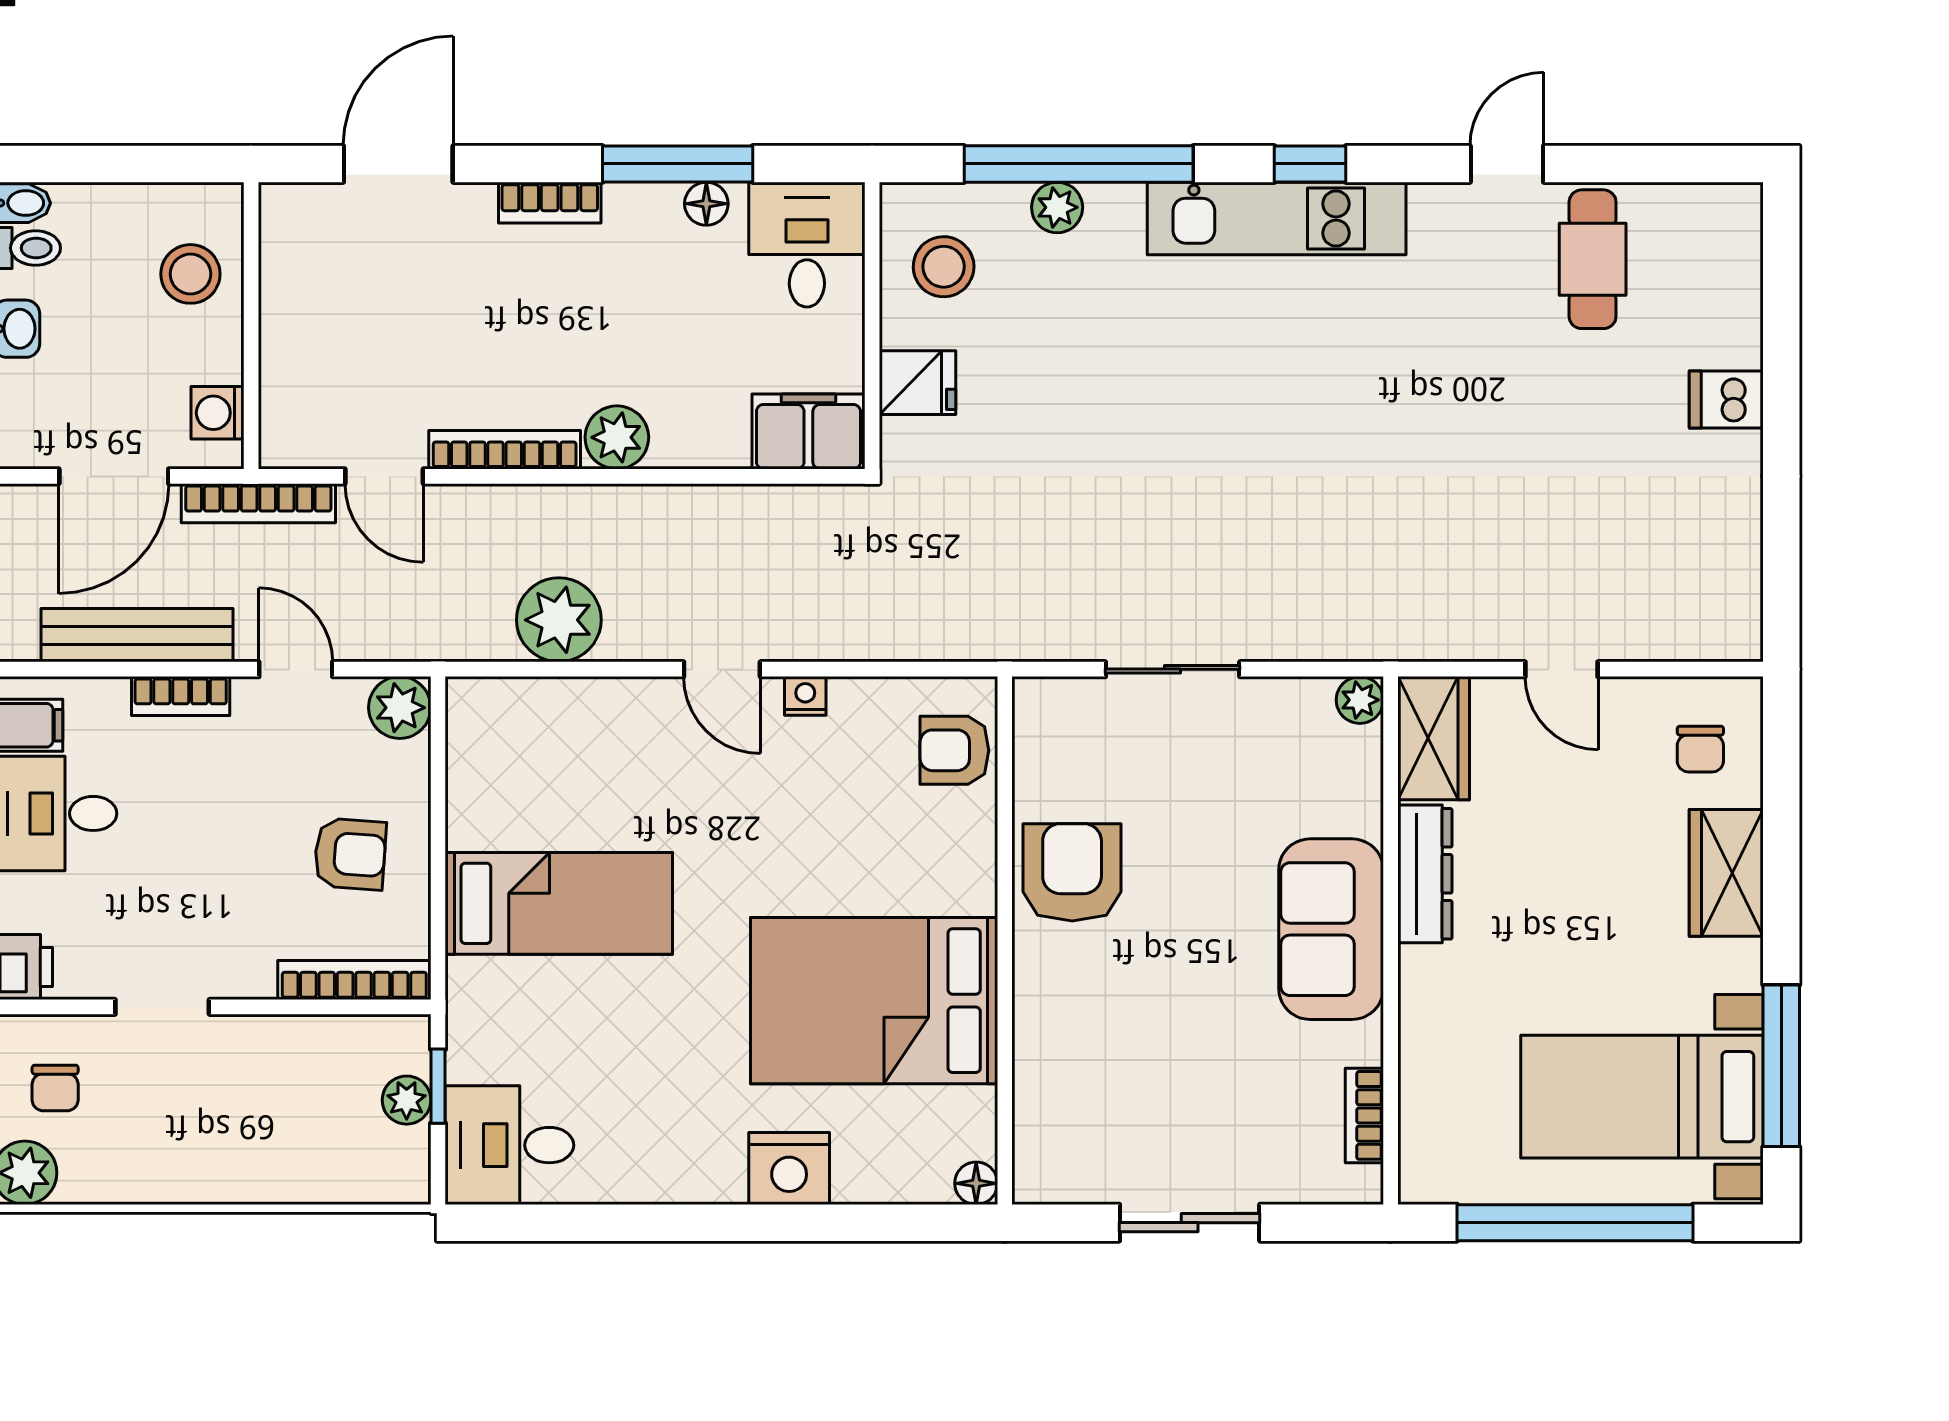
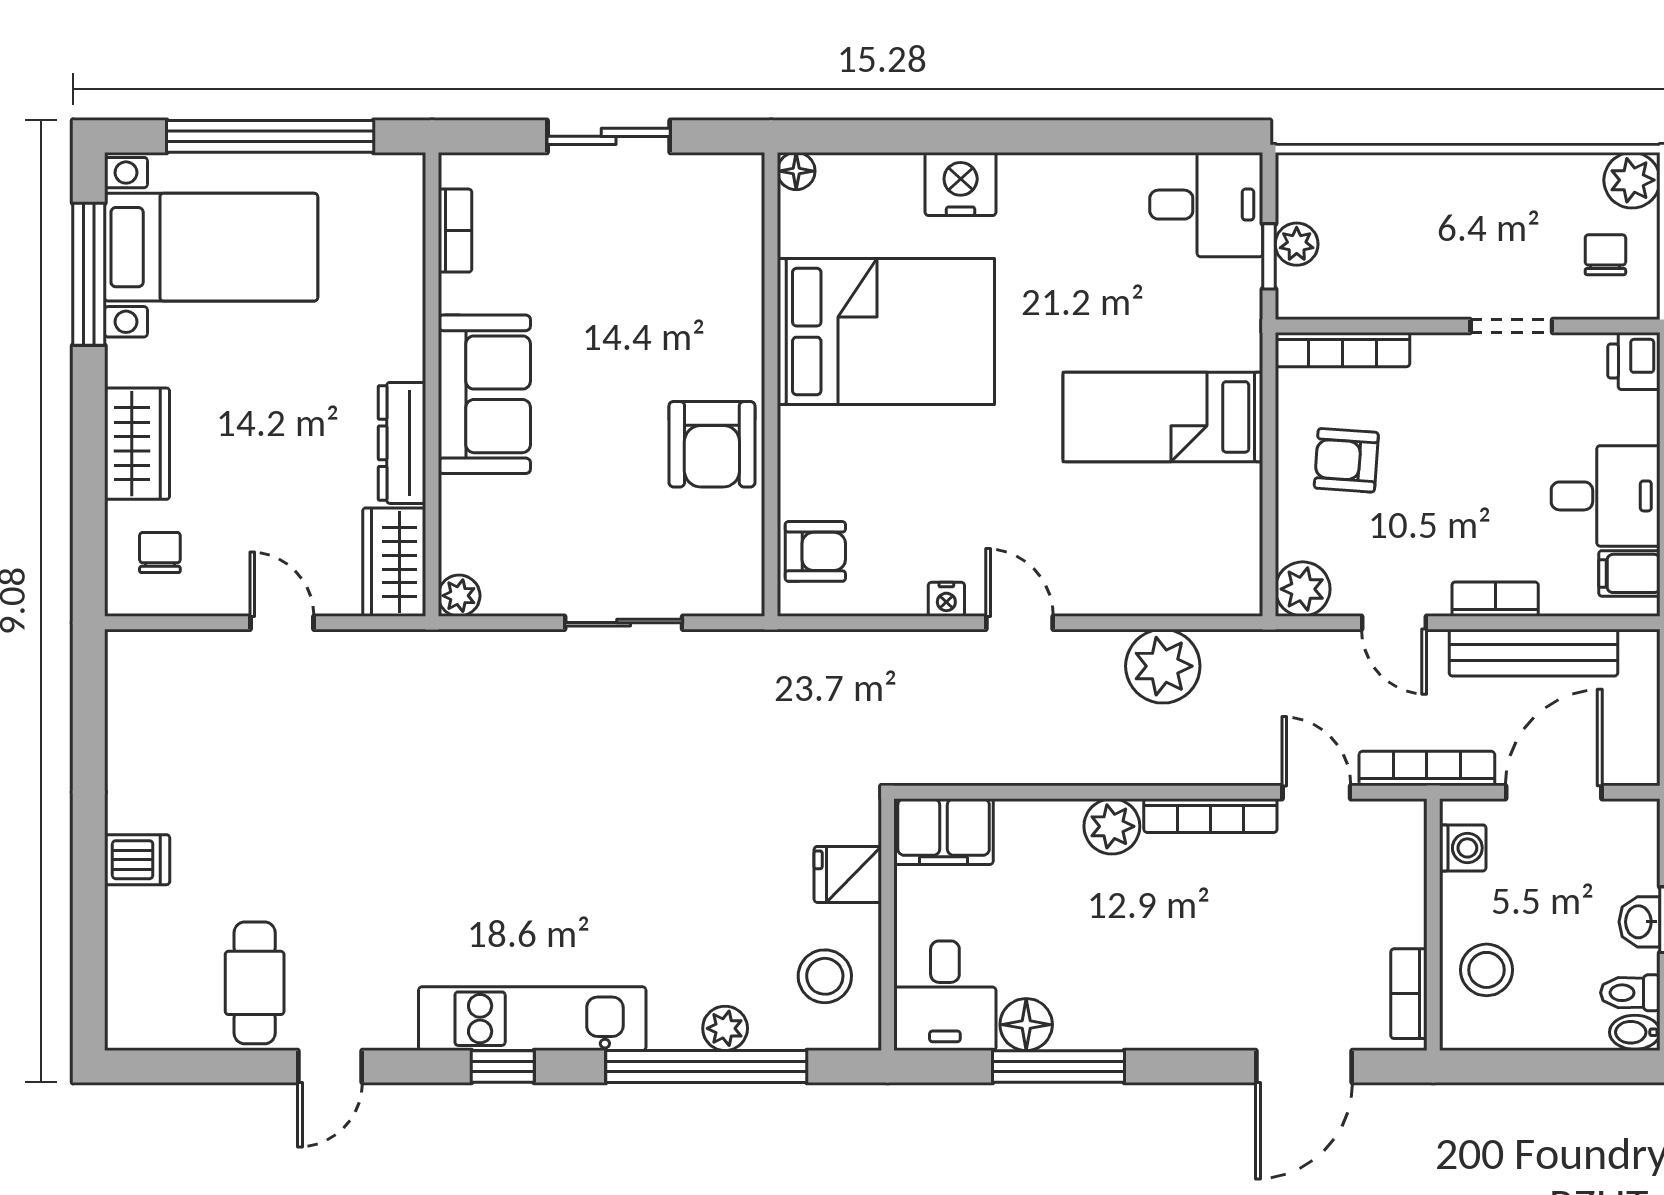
bookcase: (550, 203) -> (1409, 994), moved, turned -90
floor lamp: (706, 204) -> (1026, 1025), width x1.37, depth x1.37

